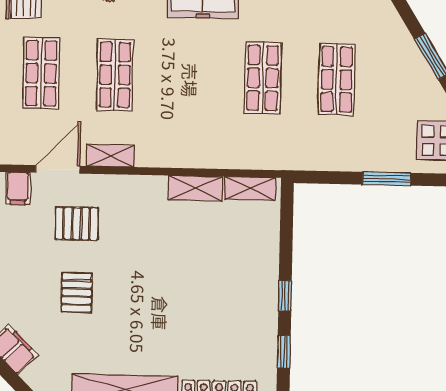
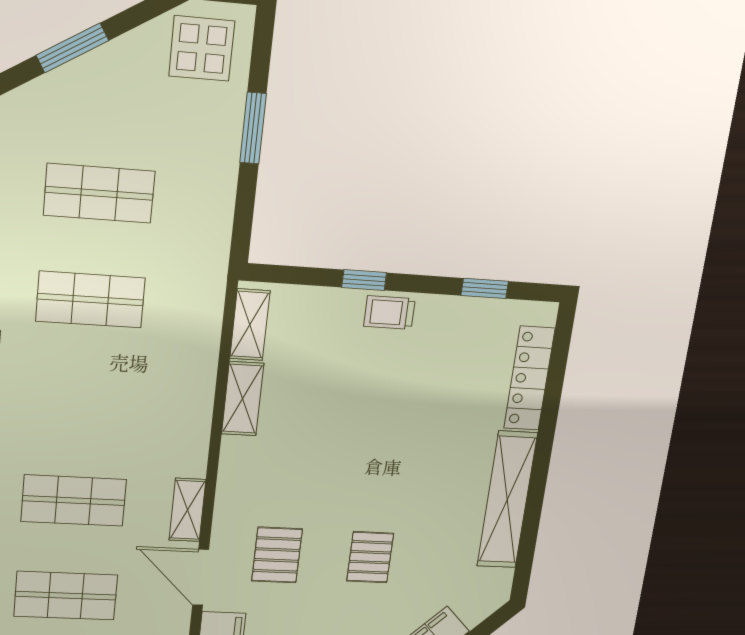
trolley: (263, 286) -> (389, 313), added
pallet: (77, 293) -> (370, 557), turned 90
window: (285, 296) -> (364, 280), moved

